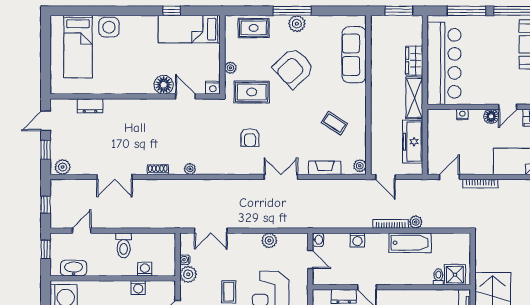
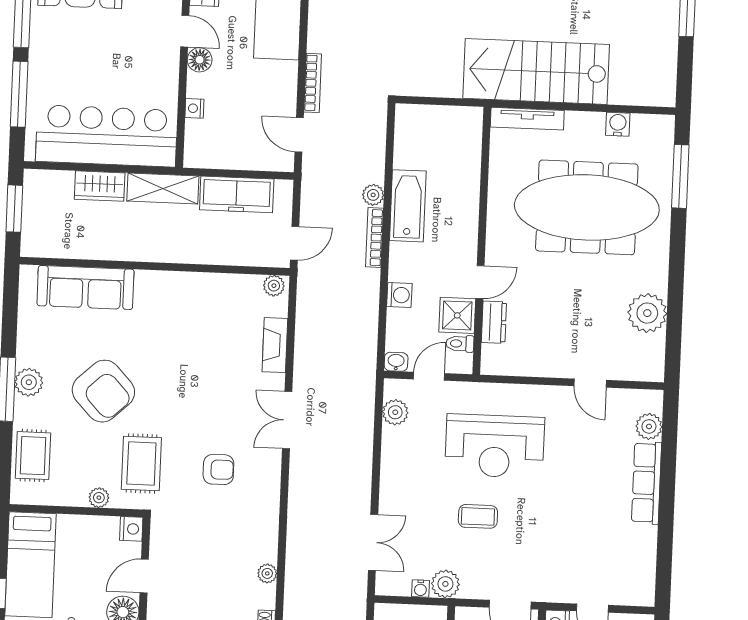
coffee table: (334, 123) -> (200, 326), removed
plant: (269, 240) -> (395, 412), moved
shower: (455, 275) -> (457, 315), moved
toilet: (438, 277) -> (460, 344), moved

